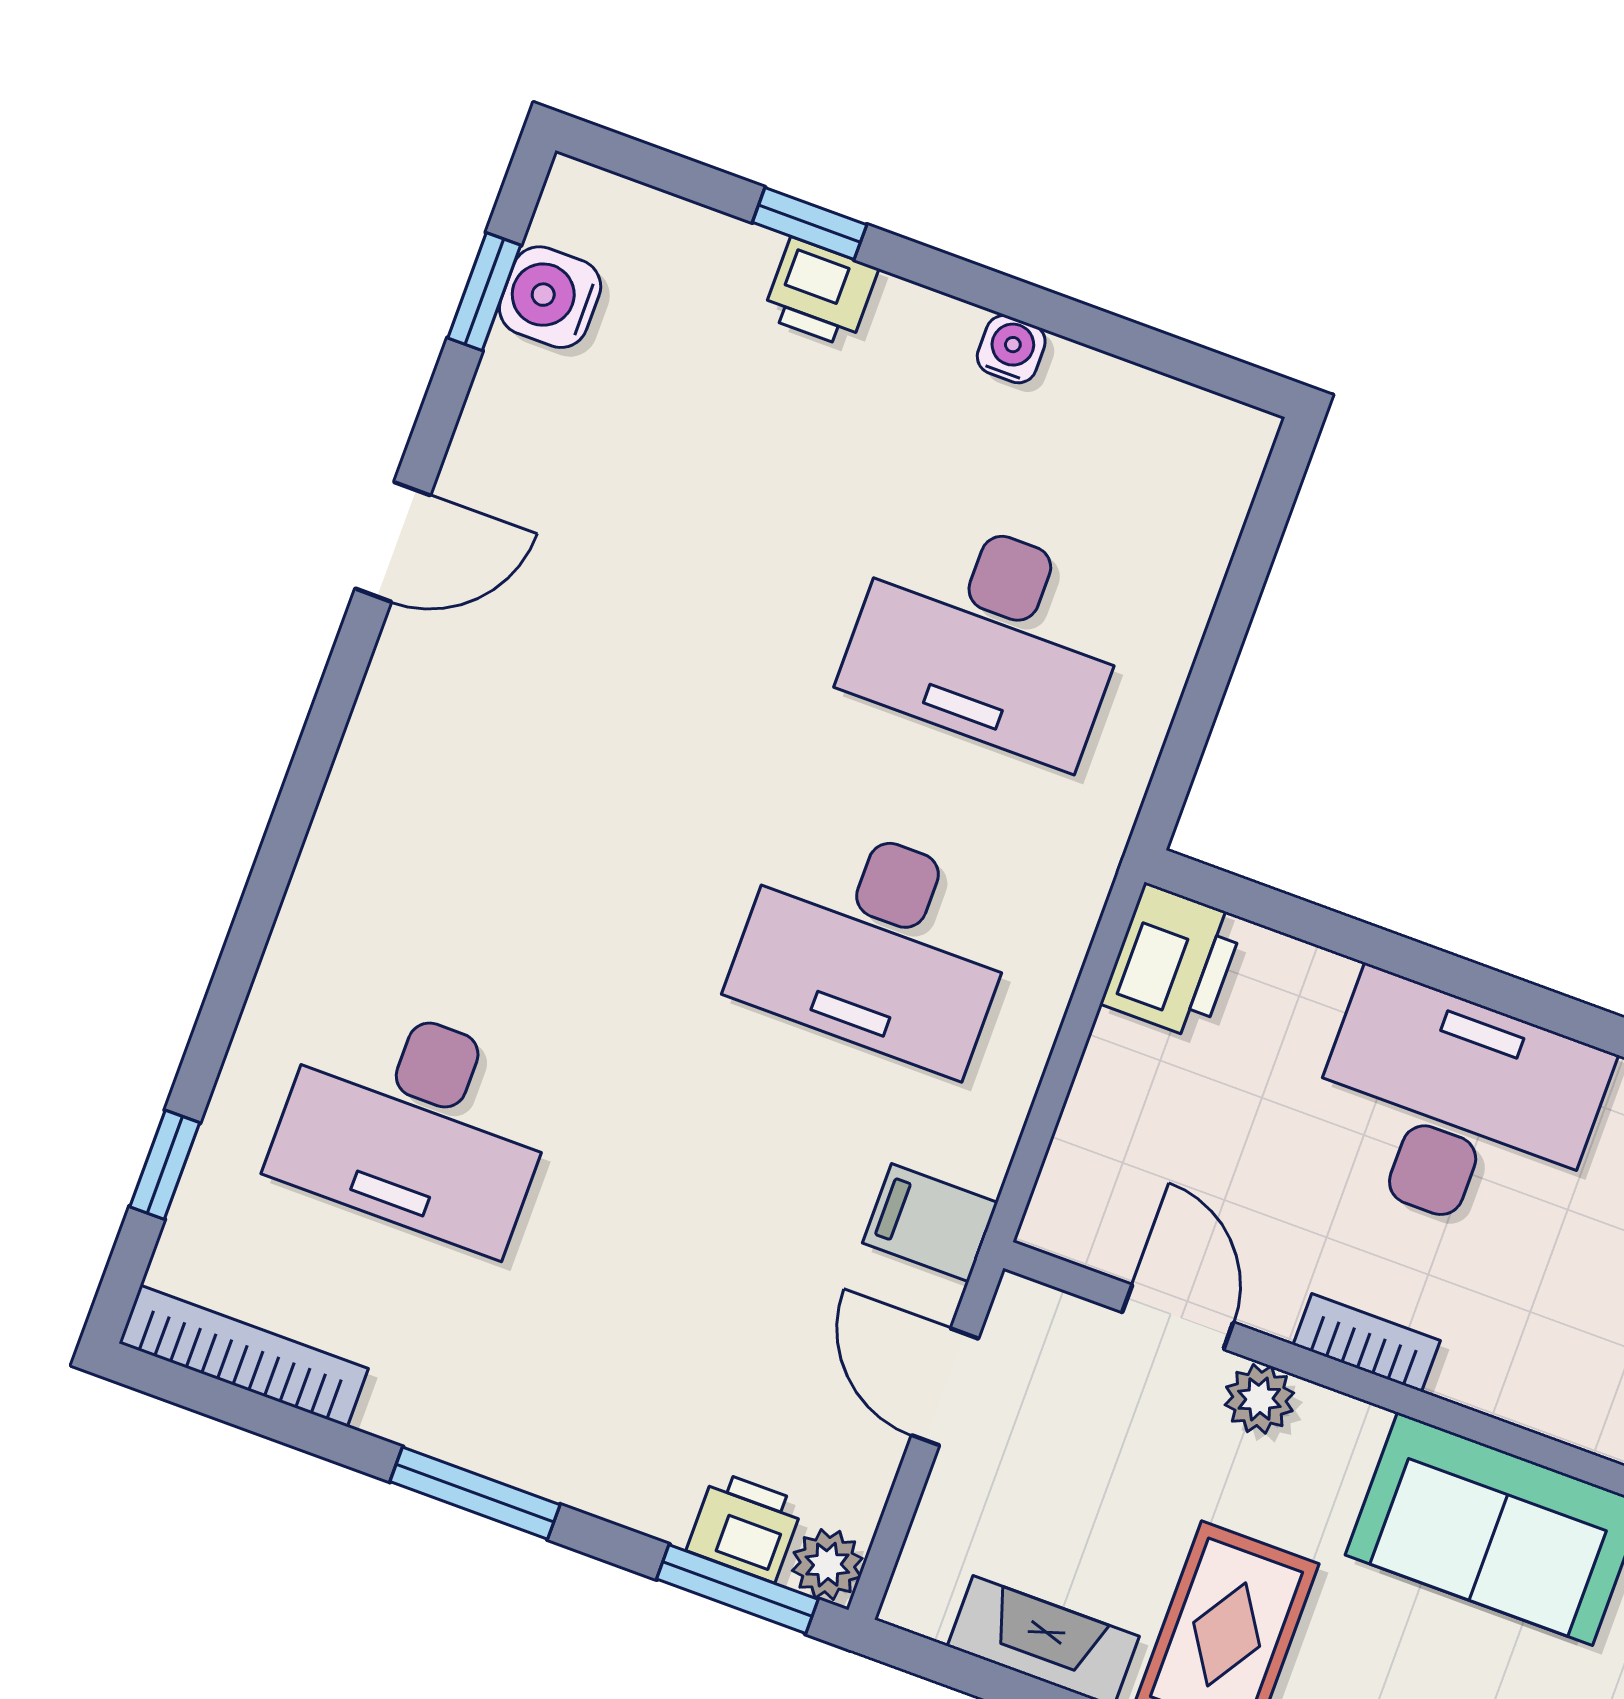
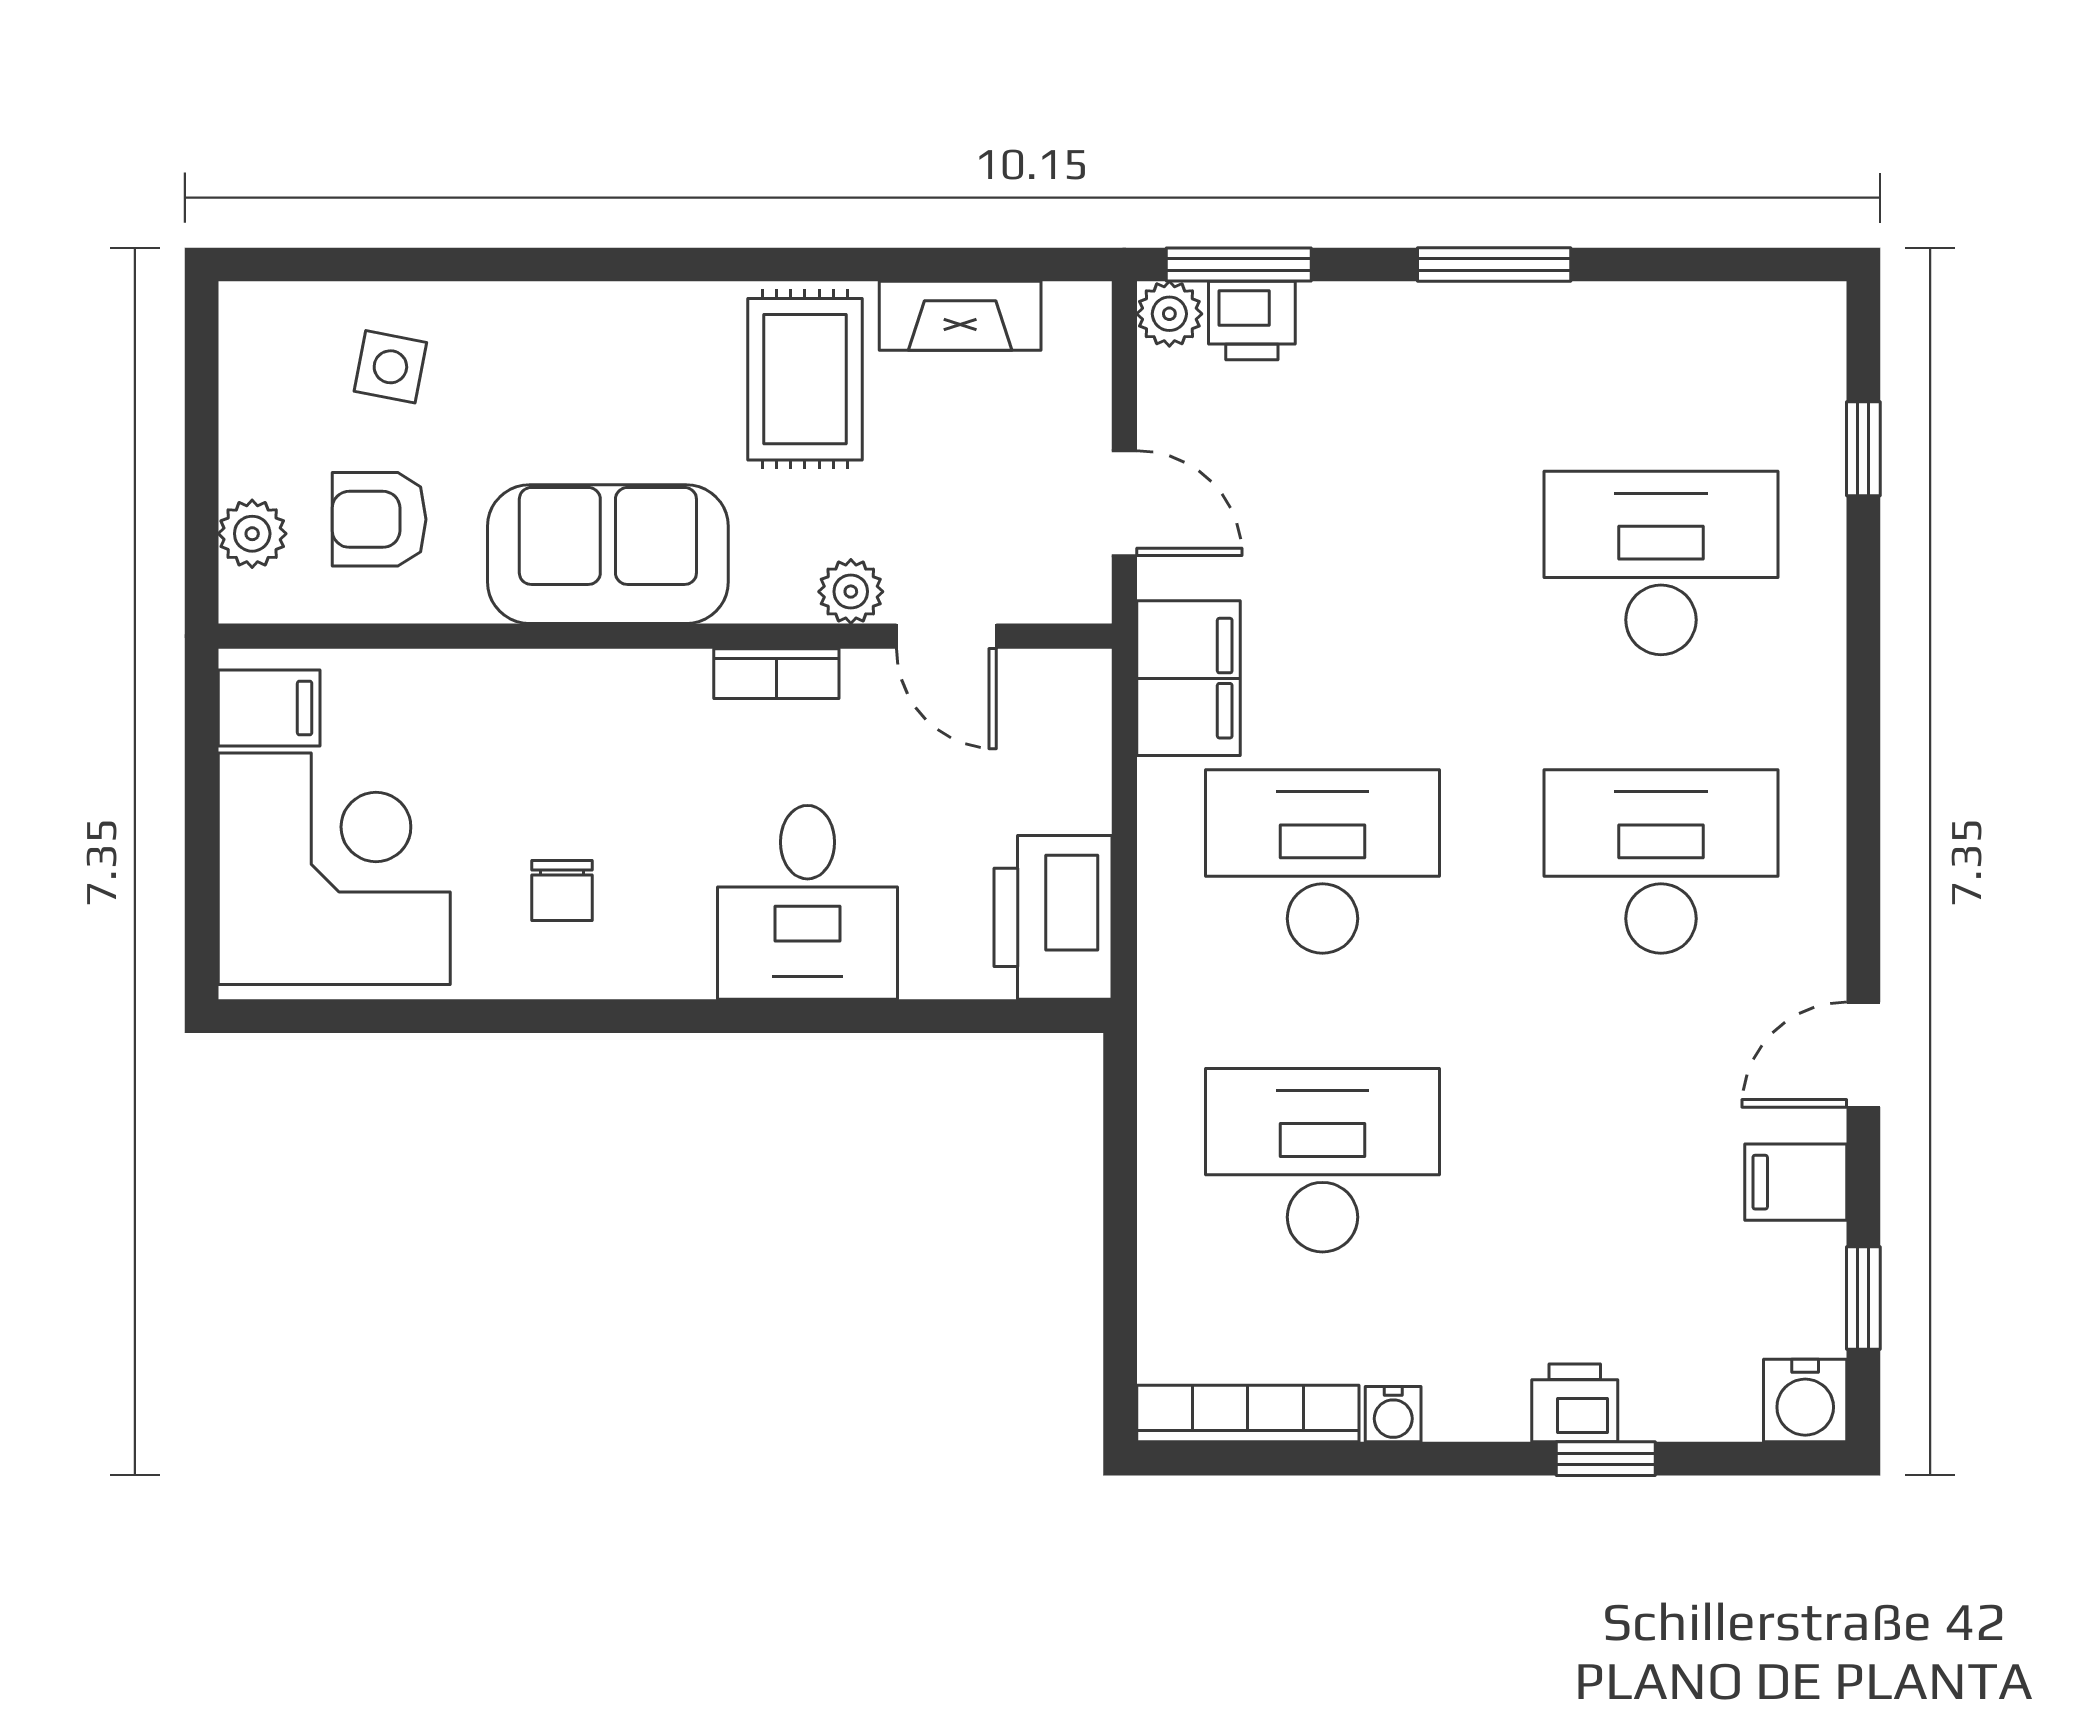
water cooler: (550, 297) -> (1805, 1400), moved, turned 90
filing cabinet: (510, 436) -> (1796, 1182), added
desk: (528, 817) -> (1661, 862), added
printer: (1173, 961) -> (1053, 917), width x1.37, depth x1.19
desk: (1455, 1108) -> (808, 902), width x0.73
filing cabinet: (930, 1223) -> (1189, 678), width x2.00
bookcase: (244, 1356) -> (1248, 1414), moved, turned 180

